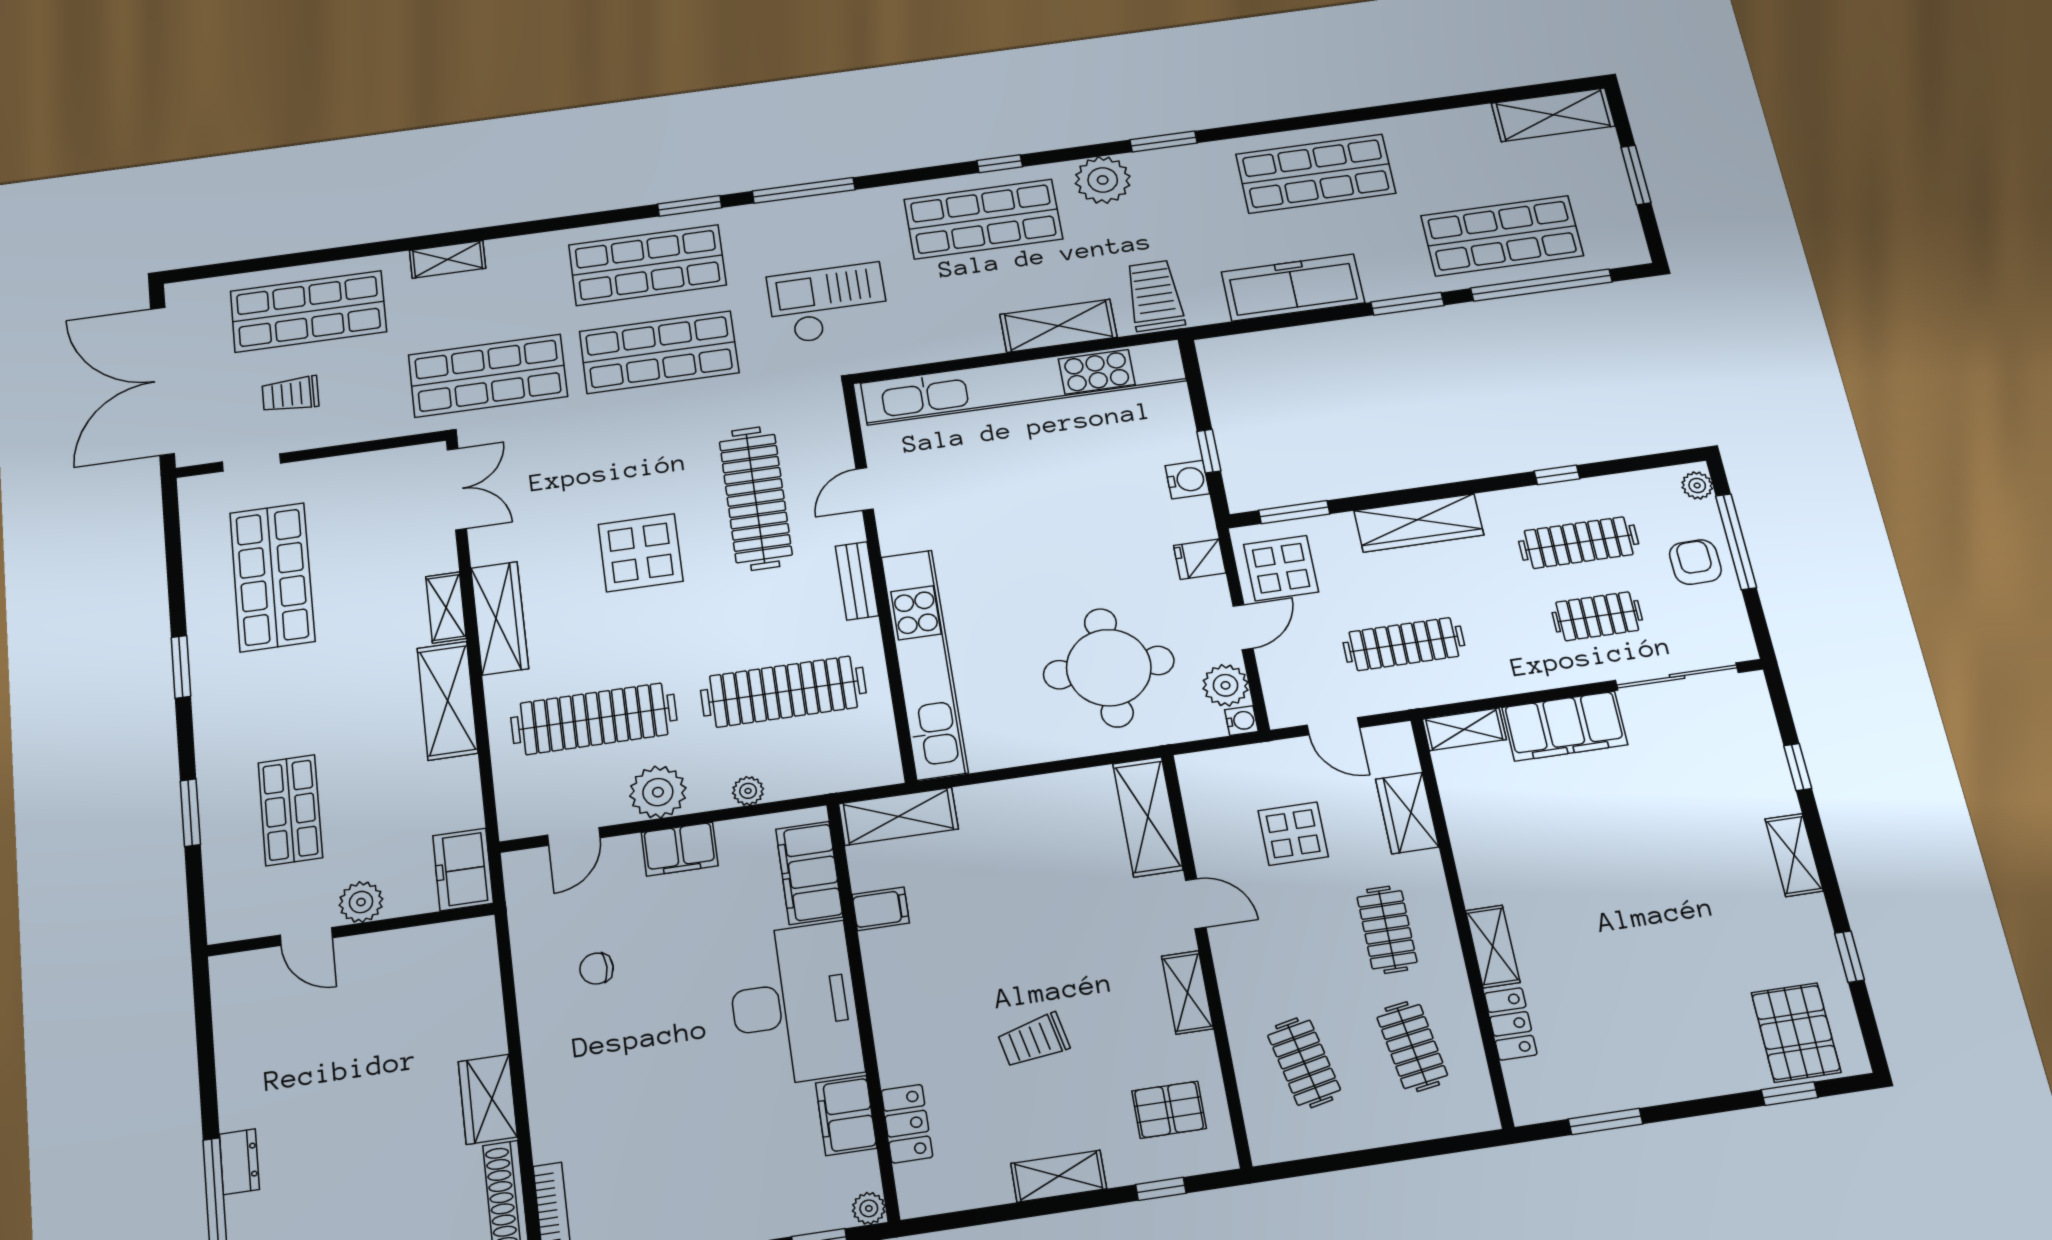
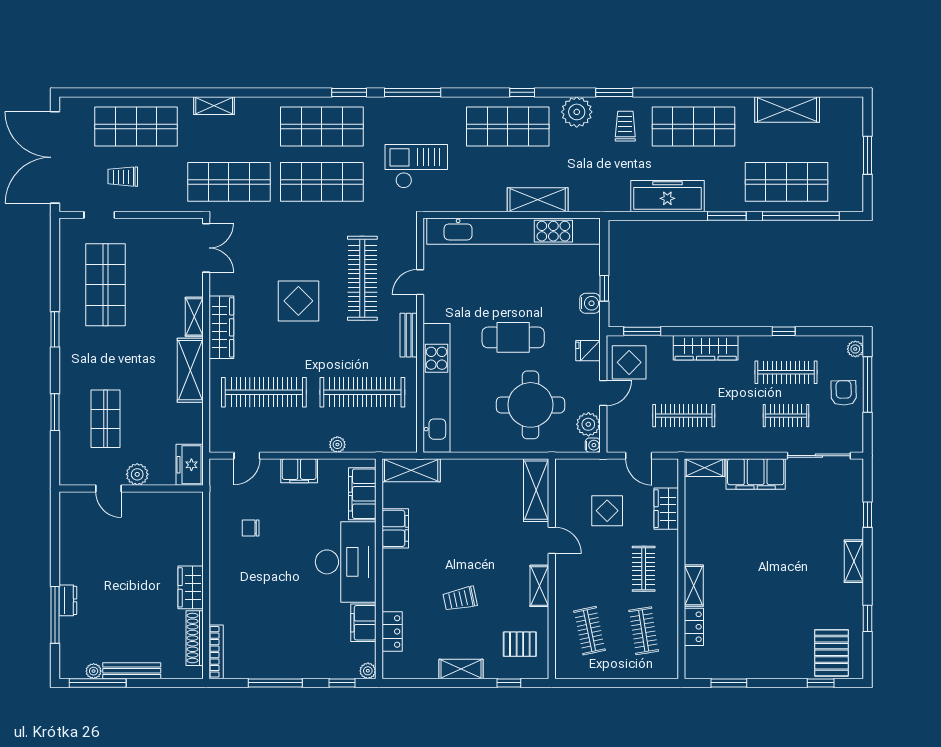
shelving: (1553, 115) -> (787, 109), moved
trolley: (1155, 296) -> (625, 126), moved, width x0.73, depth x0.72
cafe table: (1055, 557) -> (513, 337), added
plant: (658, 792) -> (292, 438), removed
filing cabinet: (881, 909) -> (395, 528), width x2.00

